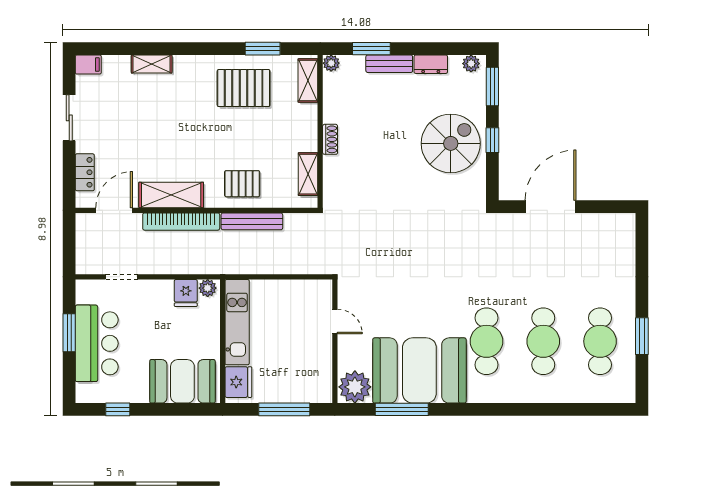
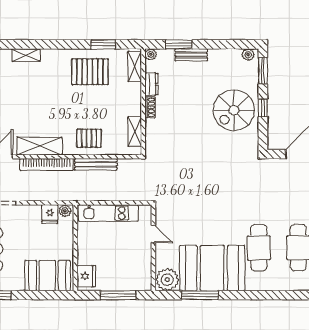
dresser: (431, 64) -> (151, 84), moved, turned -90
spiral stairs: (451, 143) -> (234, 110), turned 180
kitchen unit: (237, 322) -> (108, 213), moved, turned 90

